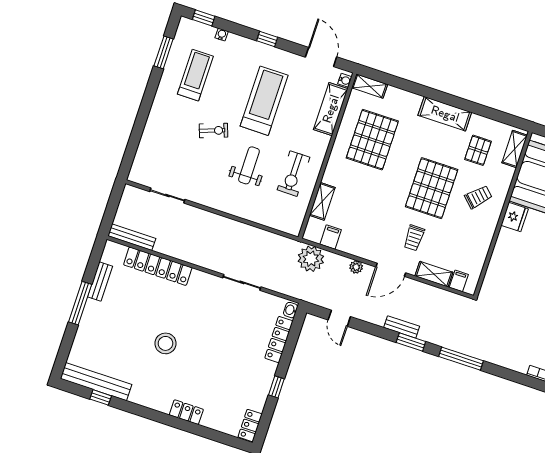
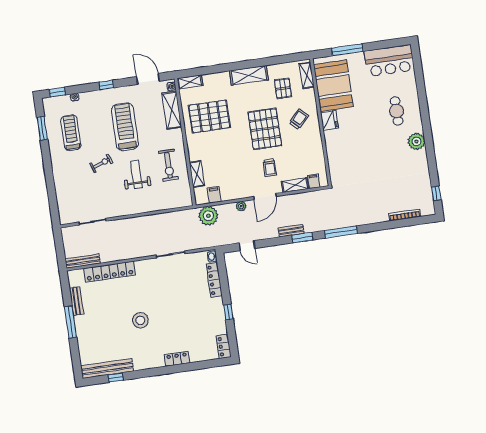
pallet: (372, 140) -> (209, 116), turned 90

